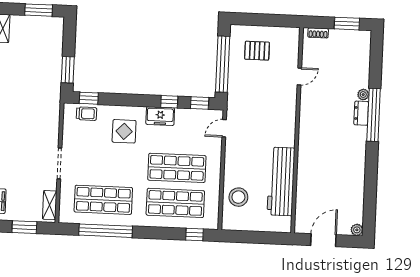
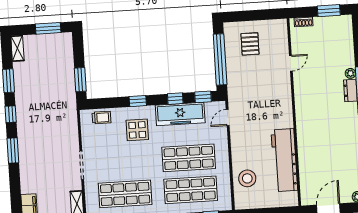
pallet: (257, 51) -> (250, 44), turned 90
window: (89, 98) -> (138, 101), moved
freezer: (160, 116) -> (180, 114), width x1.91, depth x1.26

